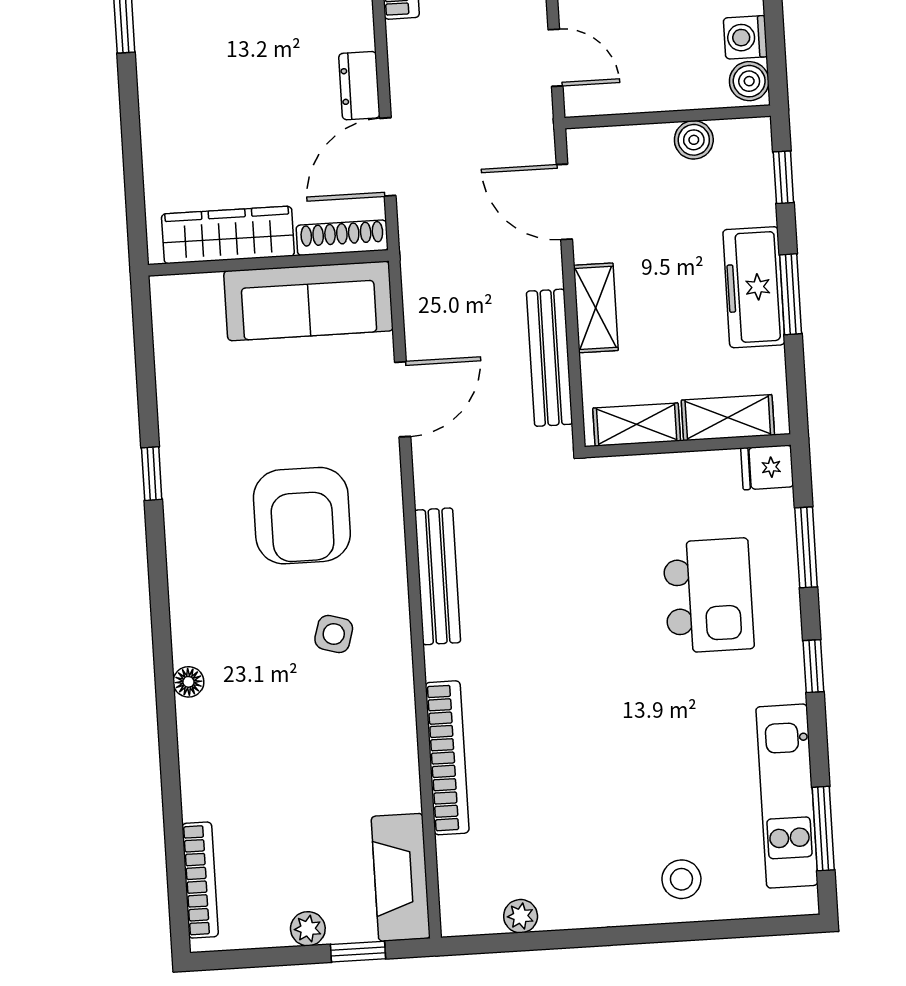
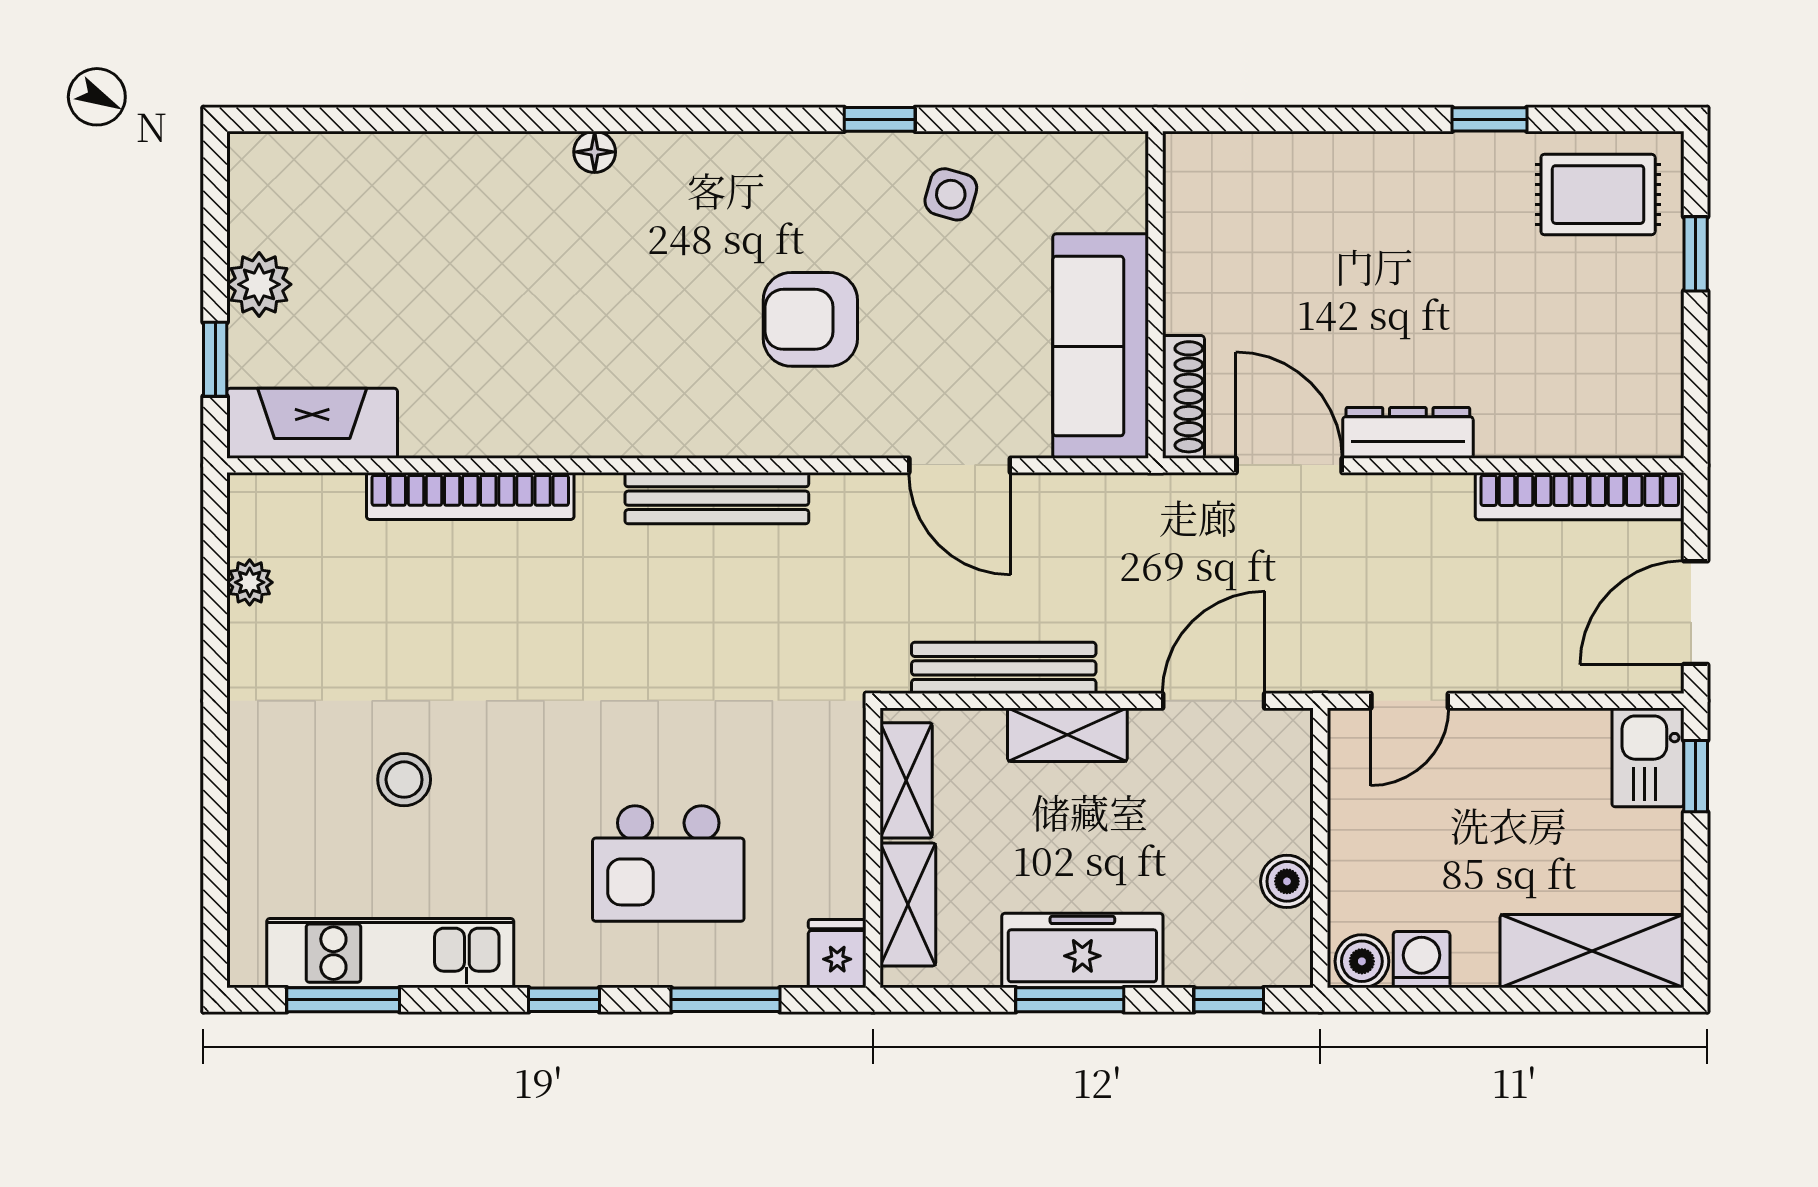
dresser: (359, 86) -> (1408, 433), width x1.44
wardrobe: (228, 235) -> (1197, 242), removed
armchair: (302, 516) -> (810, 319), width x0.73, depth x0.73
side table: (334, 634) -> (951, 194), moved
stool: (681, 879) -> (404, 780), moved
bookcase: (200, 880) -> (325, 151), removed
plant: (308, 929) -> (259, 284), width x1.38, depth x1.38

